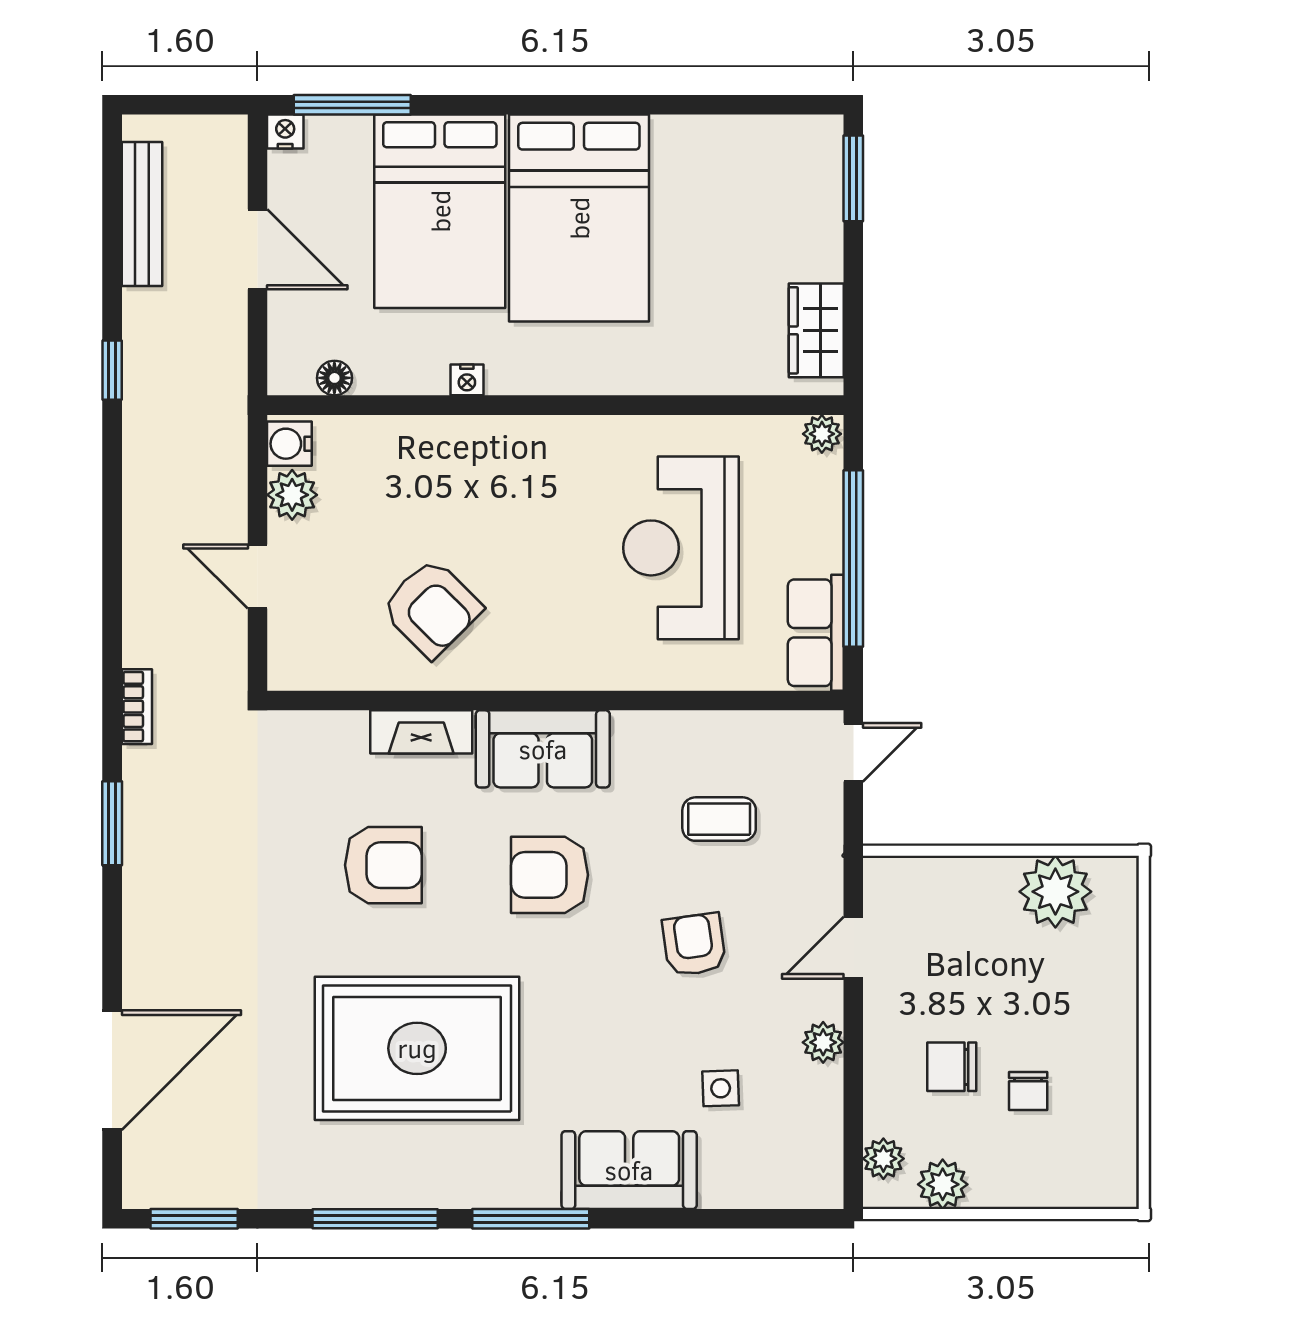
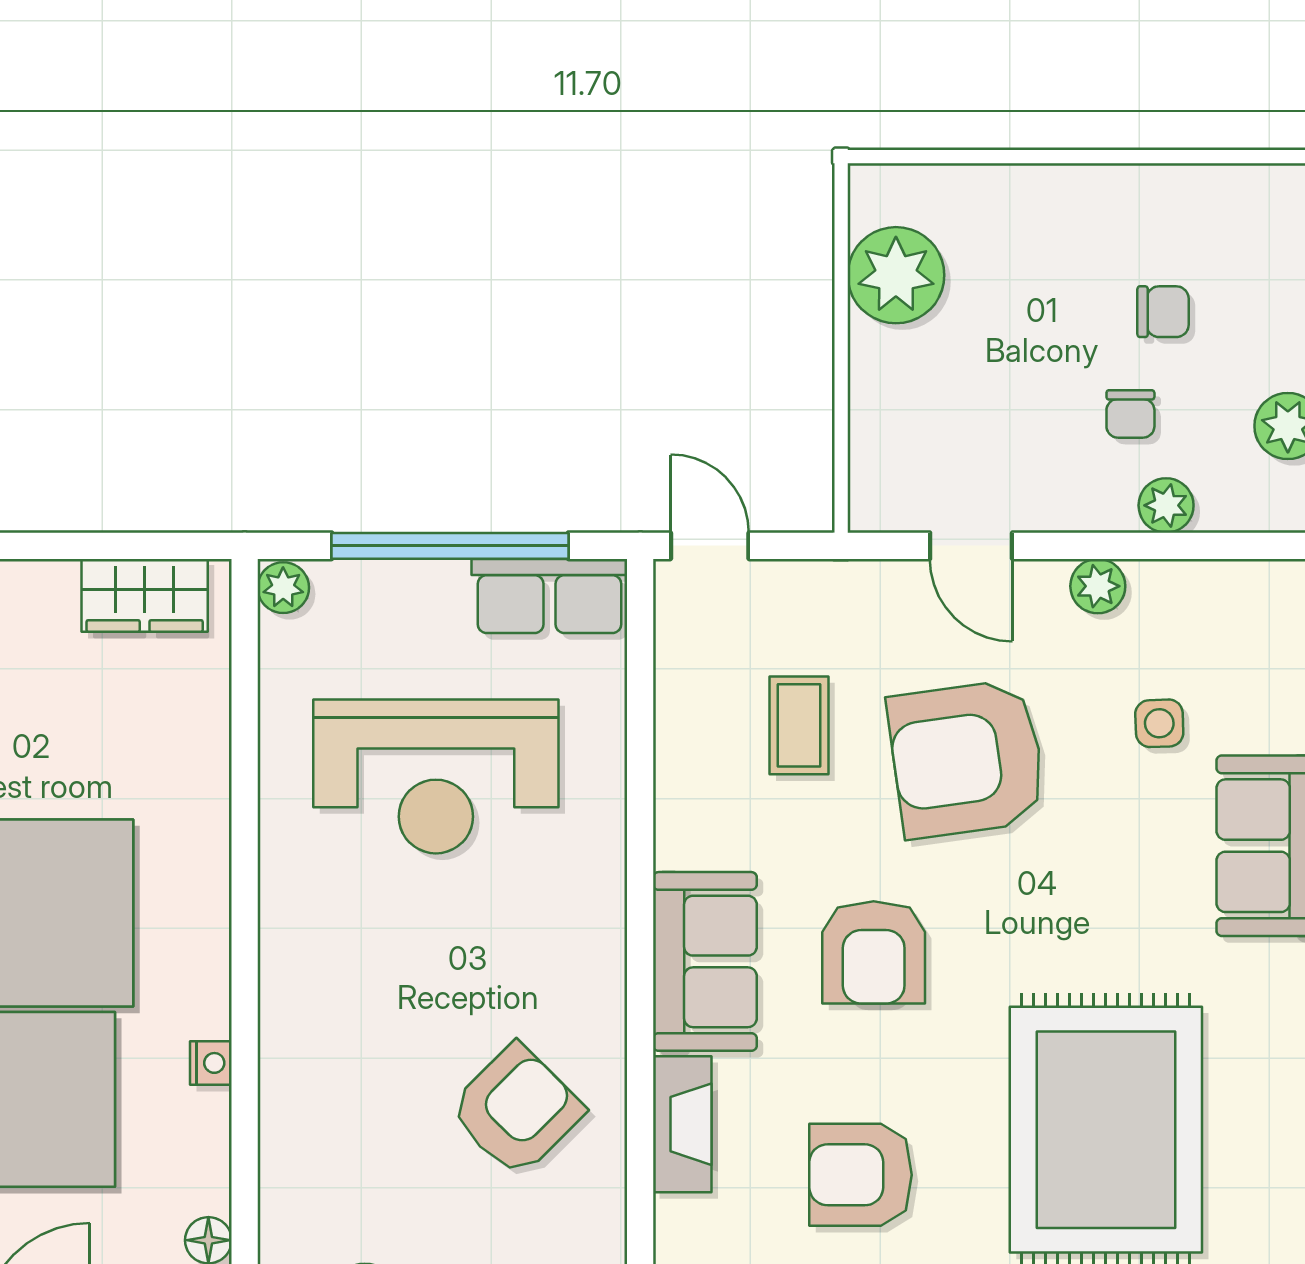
armchair: (383, 865) -> (861, 1175), turned -90
armchair: (694, 945) -> (967, 759), width x1.88, depth x1.88
chair: (952, 1067) -> (1130, 414), width x0.73, depth x0.73
plant: (883, 1159) -> (1166, 505), moved

